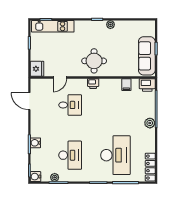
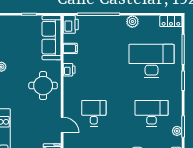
sofa: (147, 56) -> (52, 38), moved, turned 90
printer: (93, 84) -> (69, 70), moved
plant: (150, 123) -> (132, 22), moved
locker: (150, 167) -> (171, 21), width x0.66

